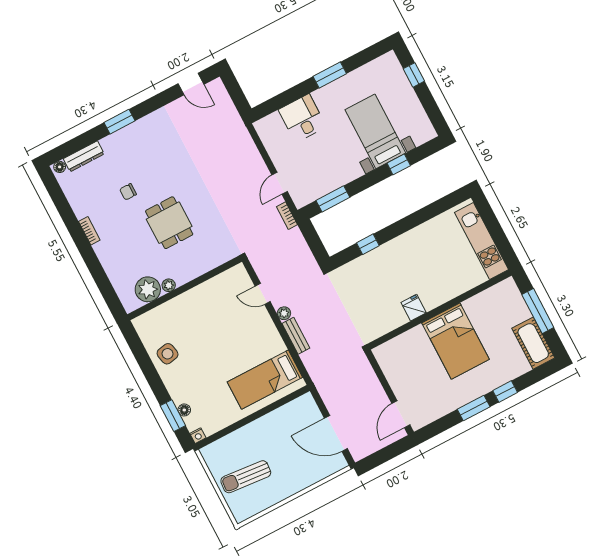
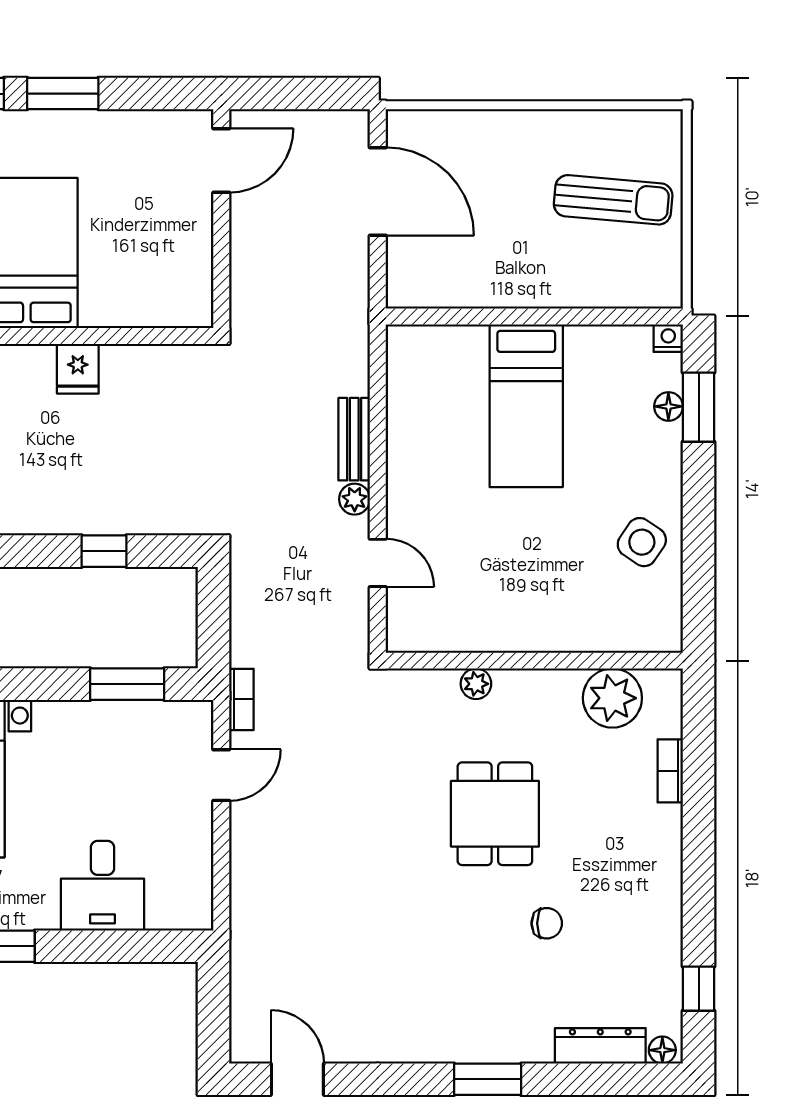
window: (58, 197) -> (699, 989), added
bookcase: (89, 231) -> (670, 771), moved
plant: (169, 285) -> (476, 684), moved
side table: (168, 354) -> (642, 542), turned 45
bed: (265, 380) -> (526, 406), moved, turned 90

